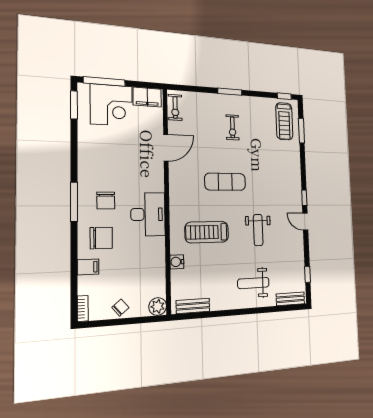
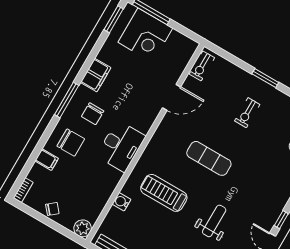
filing cabinet: (147, 97) -> (96, 75), moved, turned -90
weight bench: (258, 230) -> (214, 221), turned 180

